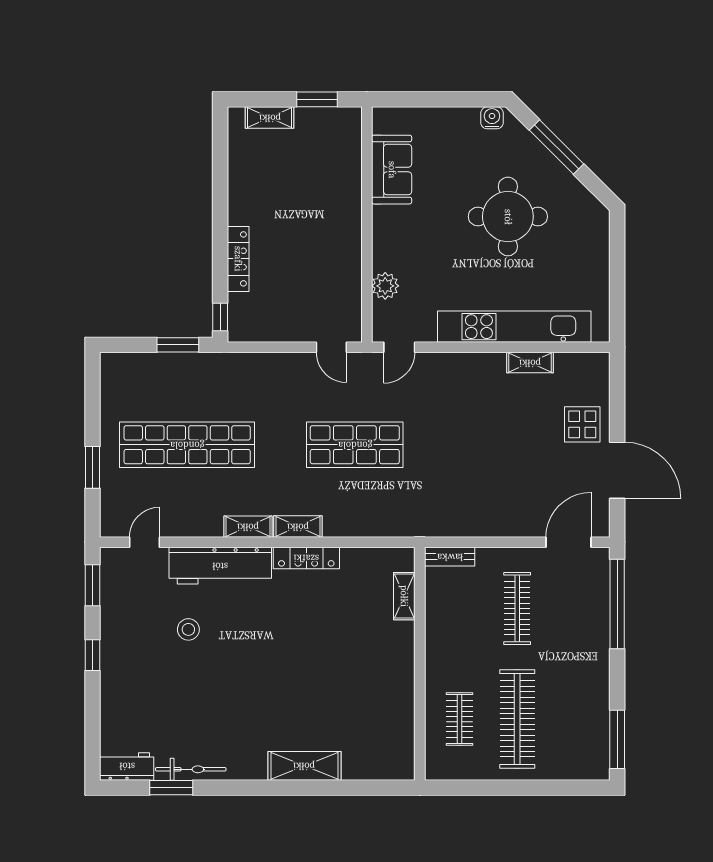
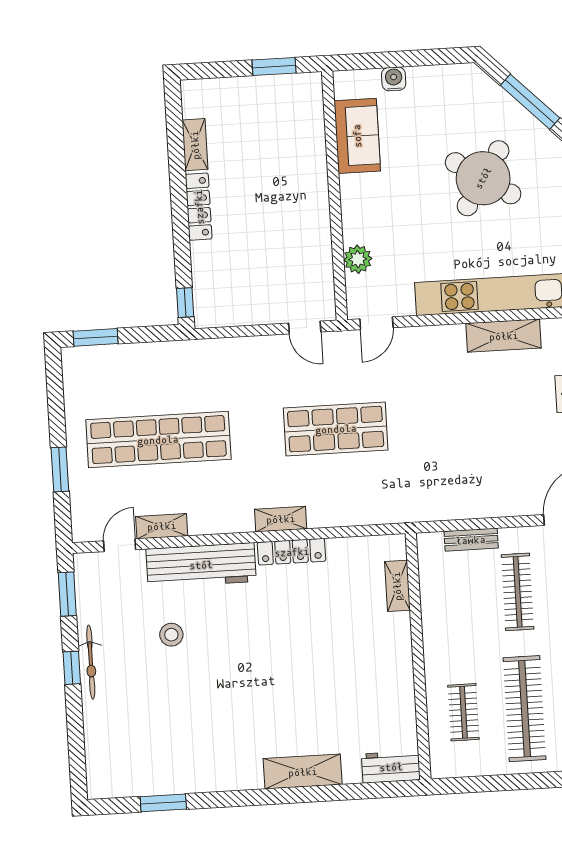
shelving: (270, 118) -> (195, 145), moved, turned 90
water cooler: (492, 118) -> (394, 79), moved
round table: (508, 217) -> (483, 178), turned 33
locker: (238, 259) -> (199, 207), moved
window: (178, 345) -> (96, 337), moved
shelving: (530, 363) -> (504, 336), width x1.50, depth x1.33
shelving: (248, 527) -> (162, 526), moved
bench: (450, 557) -> (471, 540), moved
workbench: (127, 766) -> (391, 767), moved
bicycle: (191, 769) -> (91, 662), moved, turned 90

